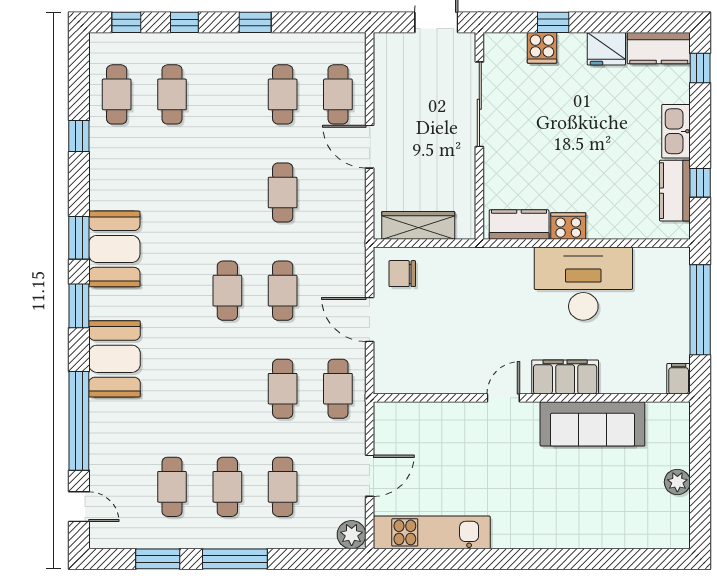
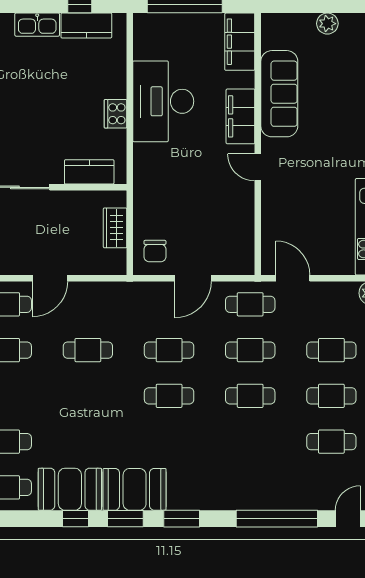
window: (79, 136) -> (75, 519), moved
wardrobe: (418, 225) -> (115, 228), width x0.67
kitchen counter: (519, 225) -> (89, 172), moved, turned 90
booth: (114, 359) -> (70, 489), moved
filing cabinet: (679, 379) -> (240, 42), width x3.00, depth x1.17
cafe table: (227, 389) -> (250, 396), added
door: (370, 476) -> (293, 278), moved

